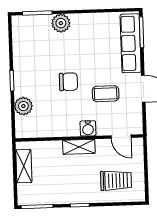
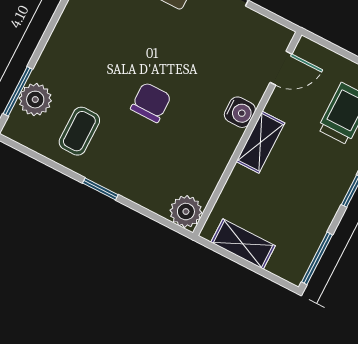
plant: (61, 23) -> (35, 100), moved
coffee table: (106, 94) -> (79, 131), moved
plant: (23, 106) -> (186, 212), moved

